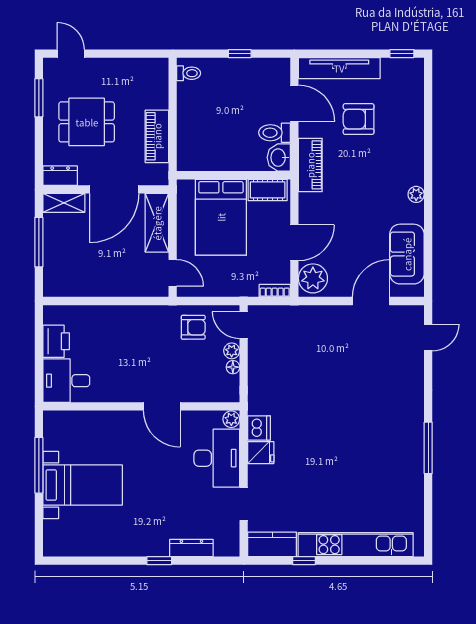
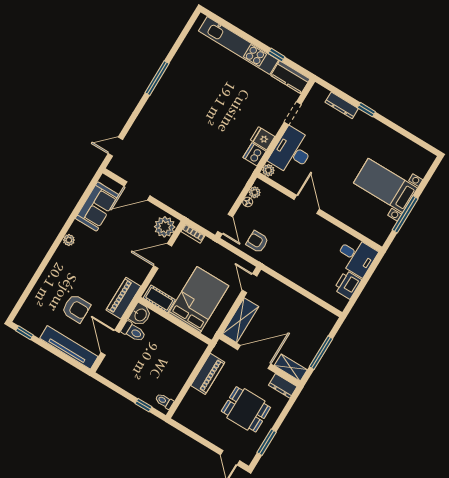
window: (240, 54) -> (143, 405), moved
plant: (232, 351) -> (255, 192), moved

